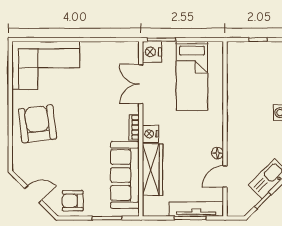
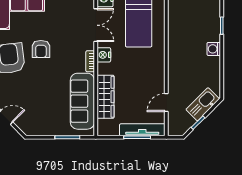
double door: (141, 84) -> (96, 25), swing flipped
nightstand: (150, 134) -> (104, 55), moved
floor lamp: (217, 153) -> (160, 83), removed
armchair: (73, 201) -> (41, 49), moved, turned -90

